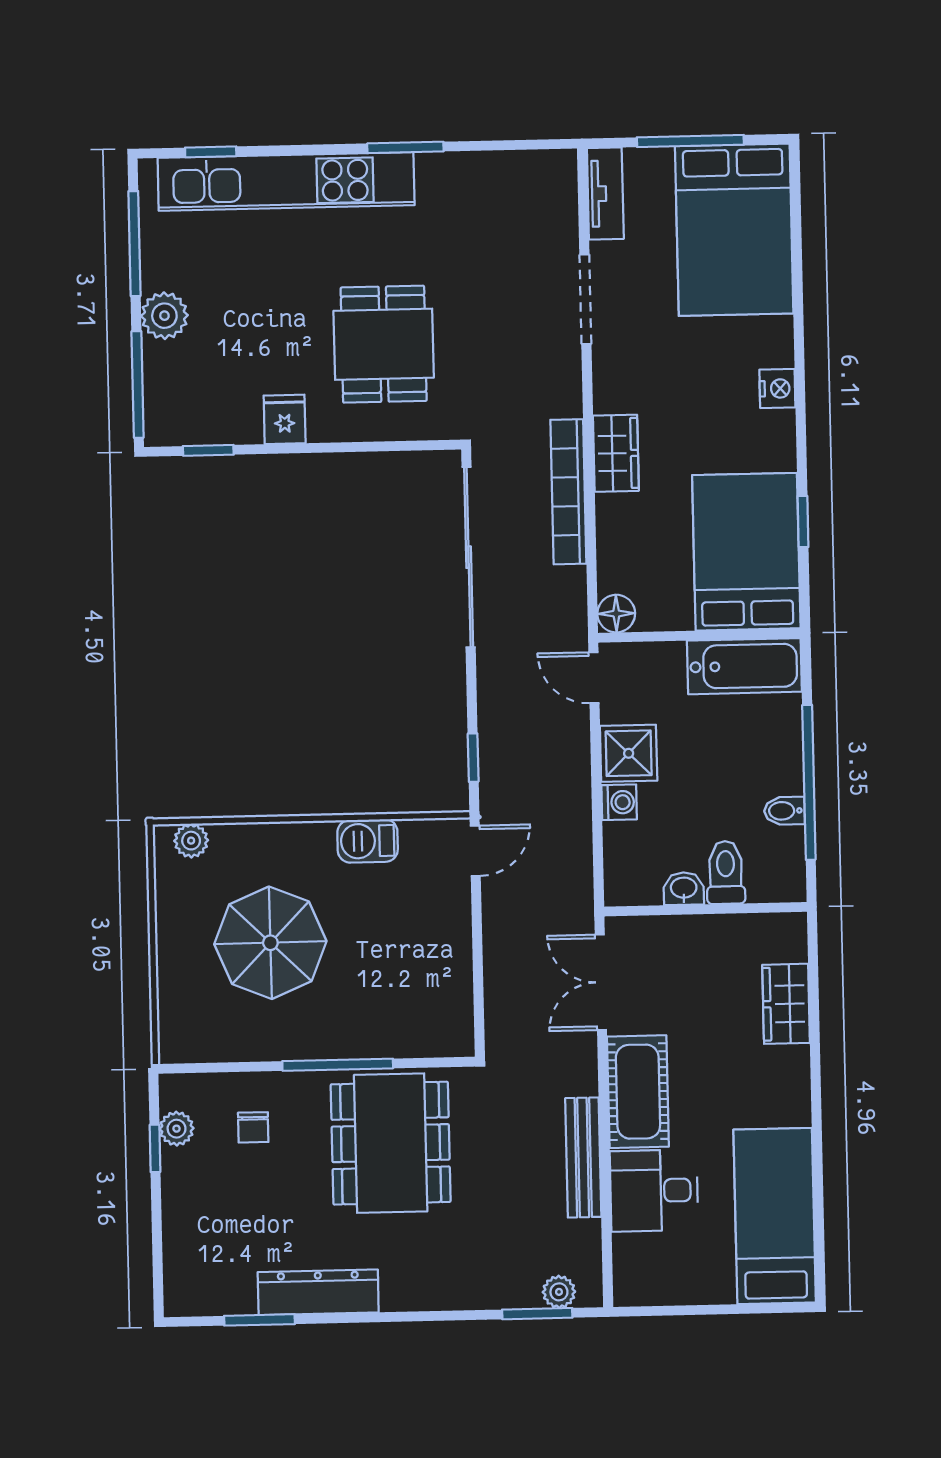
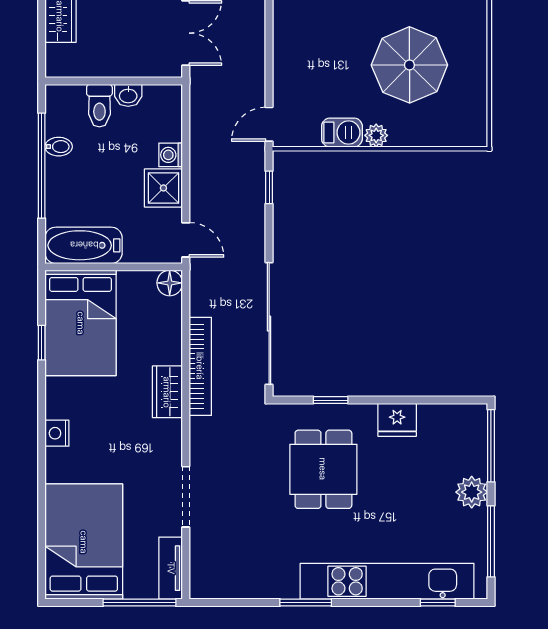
window: (690, 141) -> (139, 602), moved
fridge: (285, 419) -> (397, 420), width x1.38
window: (208, 450) -> (331, 400), moved
plant: (191, 841) -> (376, 135), moved

